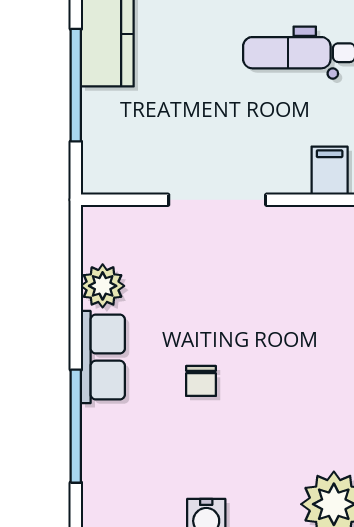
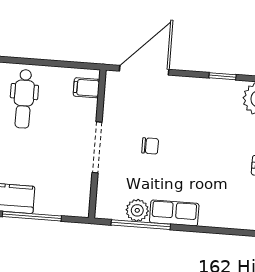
chair: (201, 381) -> (150, 146), moved
window: (76, 426) -> (141, 225), moved

